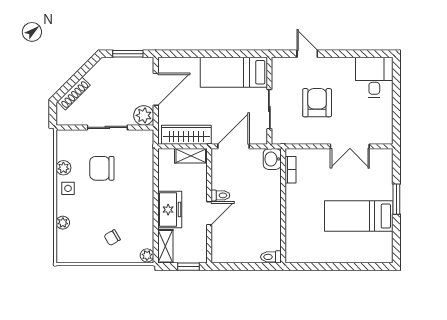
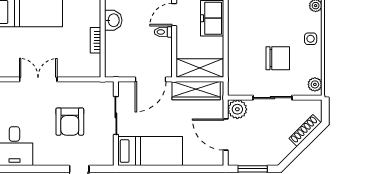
door: (156, 89) -> (226, 135), hinge flipped
shelving: (191, 156) -> (200, 68), width x1.50, depth x1.33
washbasin: (272, 159) -> (113, 20), moved
plant: (63, 168) -> (315, 84), moved
bookcase: (291, 170) -> (95, 40), moved

